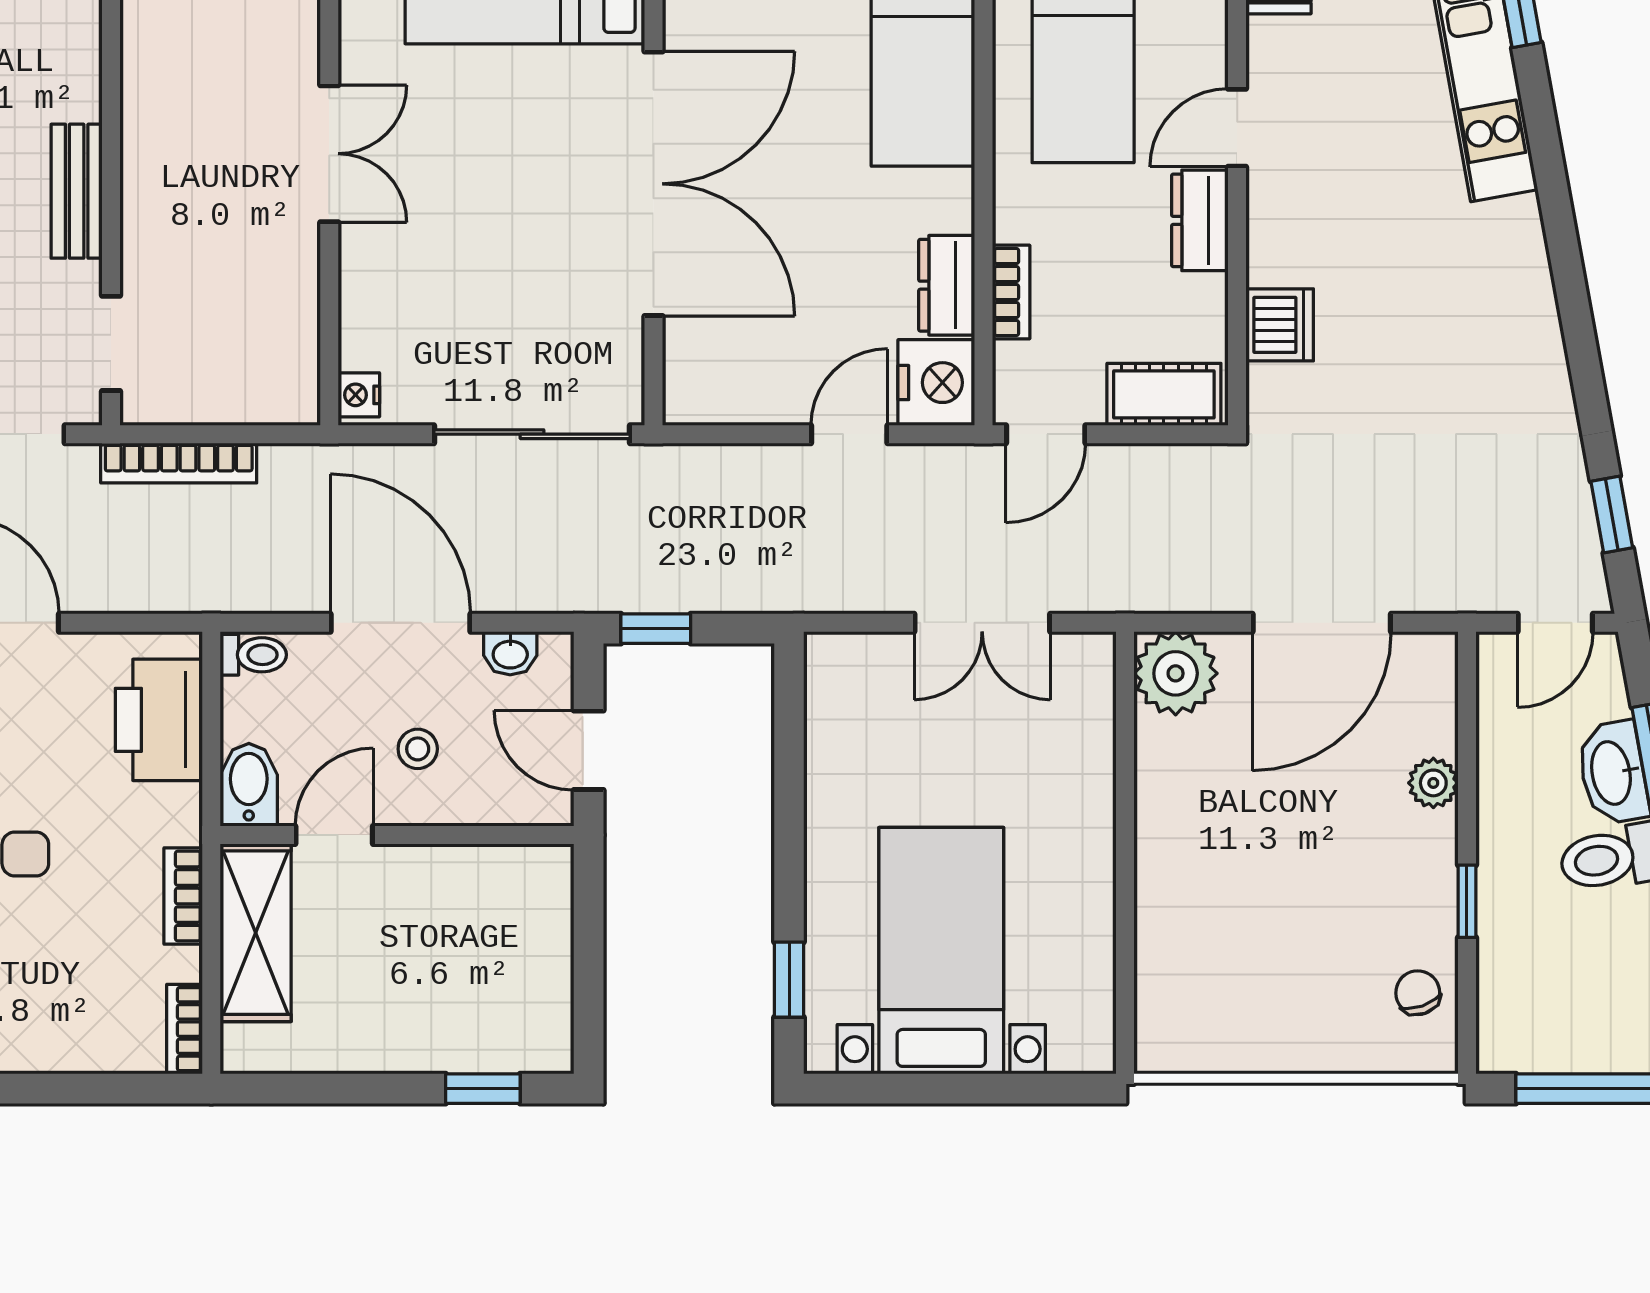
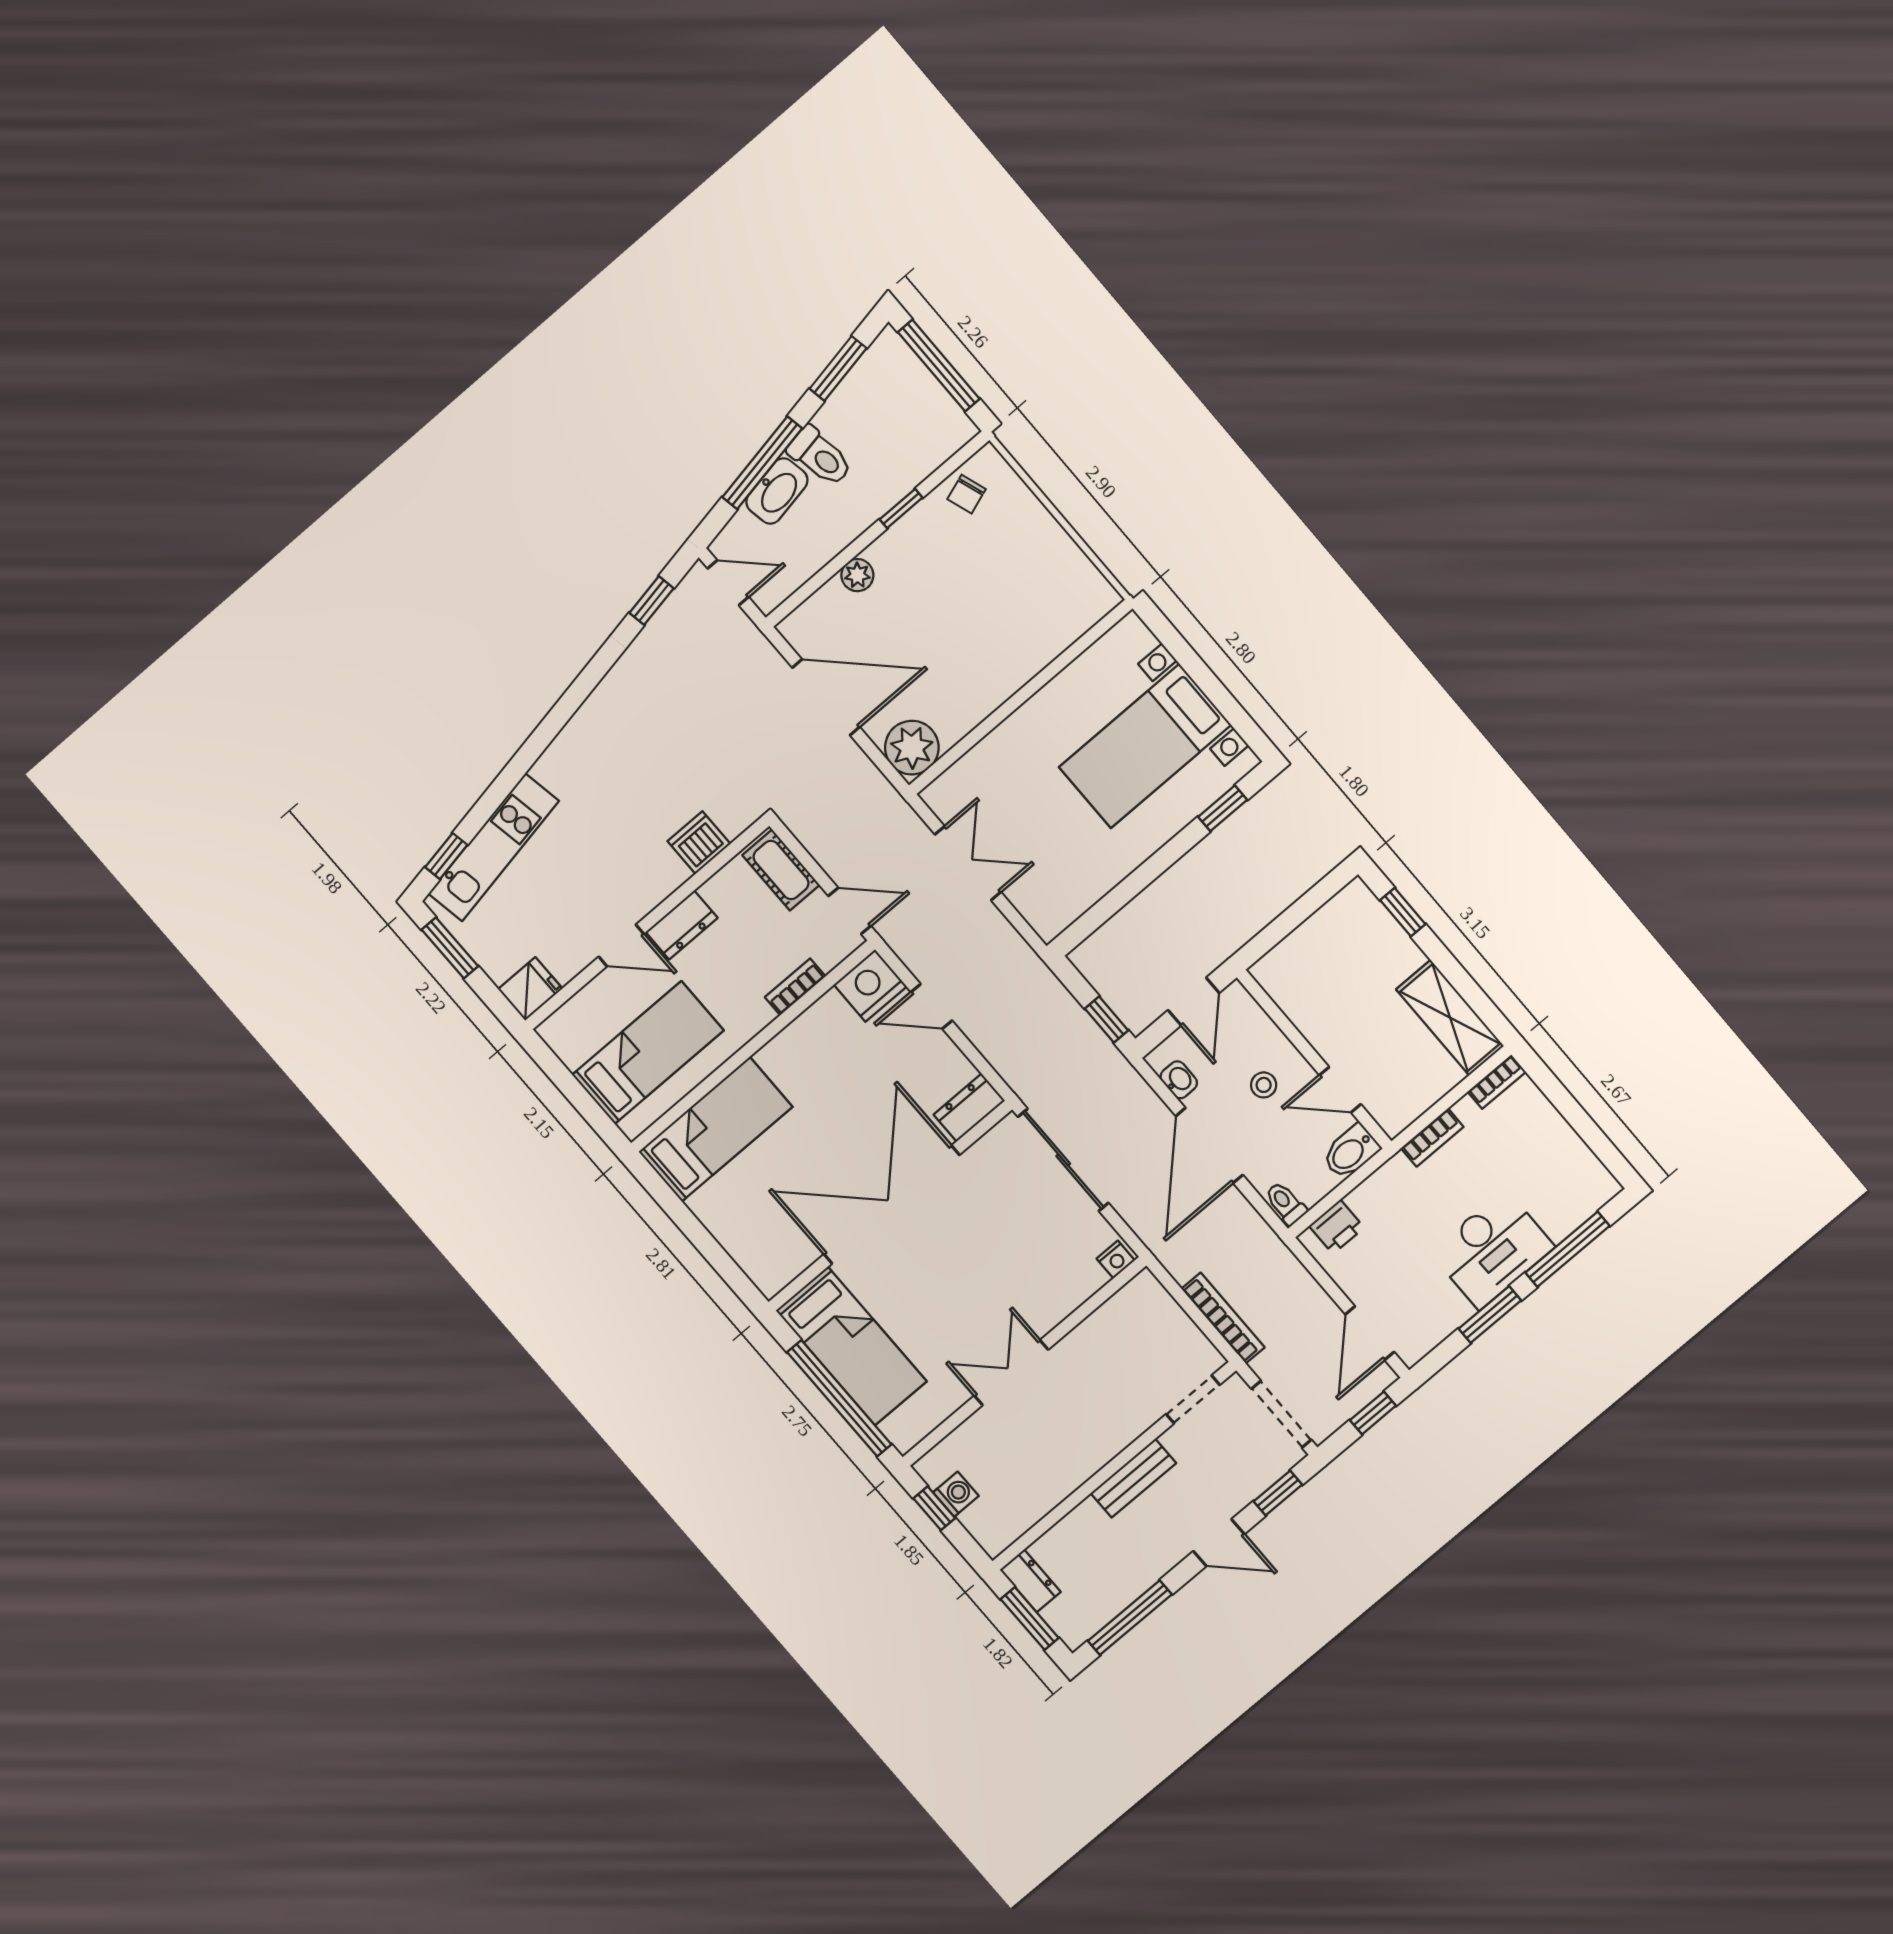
dresser: (947, 285) -> (969, 1108), moved, turned 180
printer: (159, 720) -> (1337, 1227), width x0.53, depth x0.68
shelving: (256, 933) -> (1450, 1018), moved, turned 90

